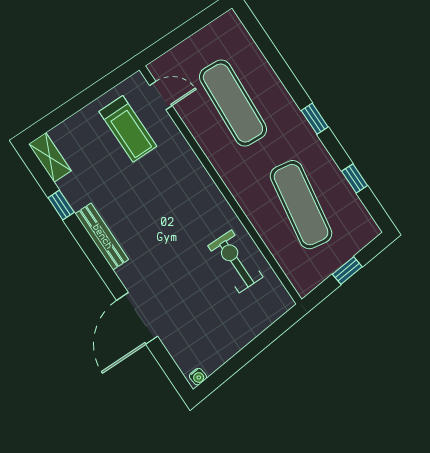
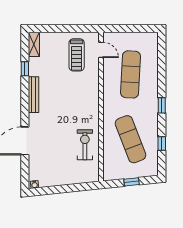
exercise mat: (301, 205) -> (131, 139), turned -30

